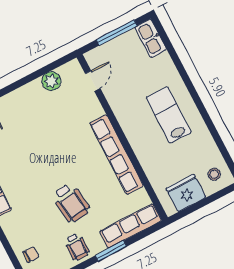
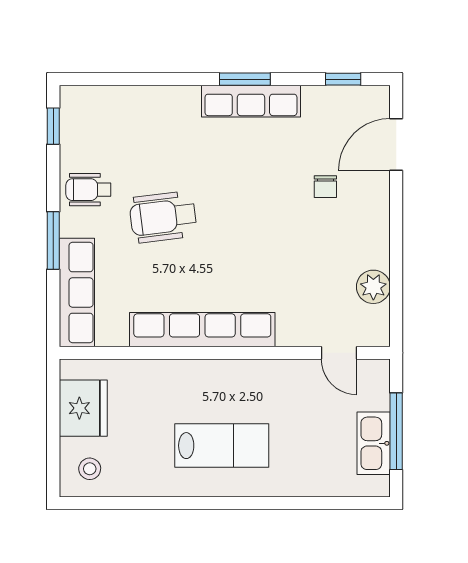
kitchen sink: (151, 38) -> (374, 443), moved, turned -90
chair: (31, 255) -> (325, 187), moved

